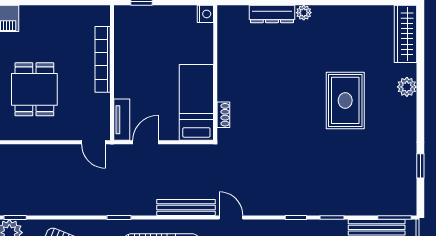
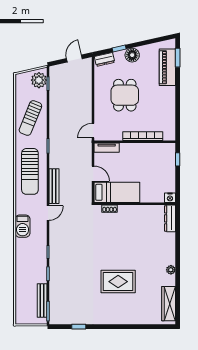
plant: (304, 13) -> (171, 270), moved
dresser: (272, 14) -> (170, 218), moved
wardrobe: (405, 34) -> (169, 304), moved, turned -90
plant: (407, 87) -> (126, 319), removed
dining table: (34, 89) -> (125, 95), turned 90
door: (146, 142) -> (93, 174), moved

